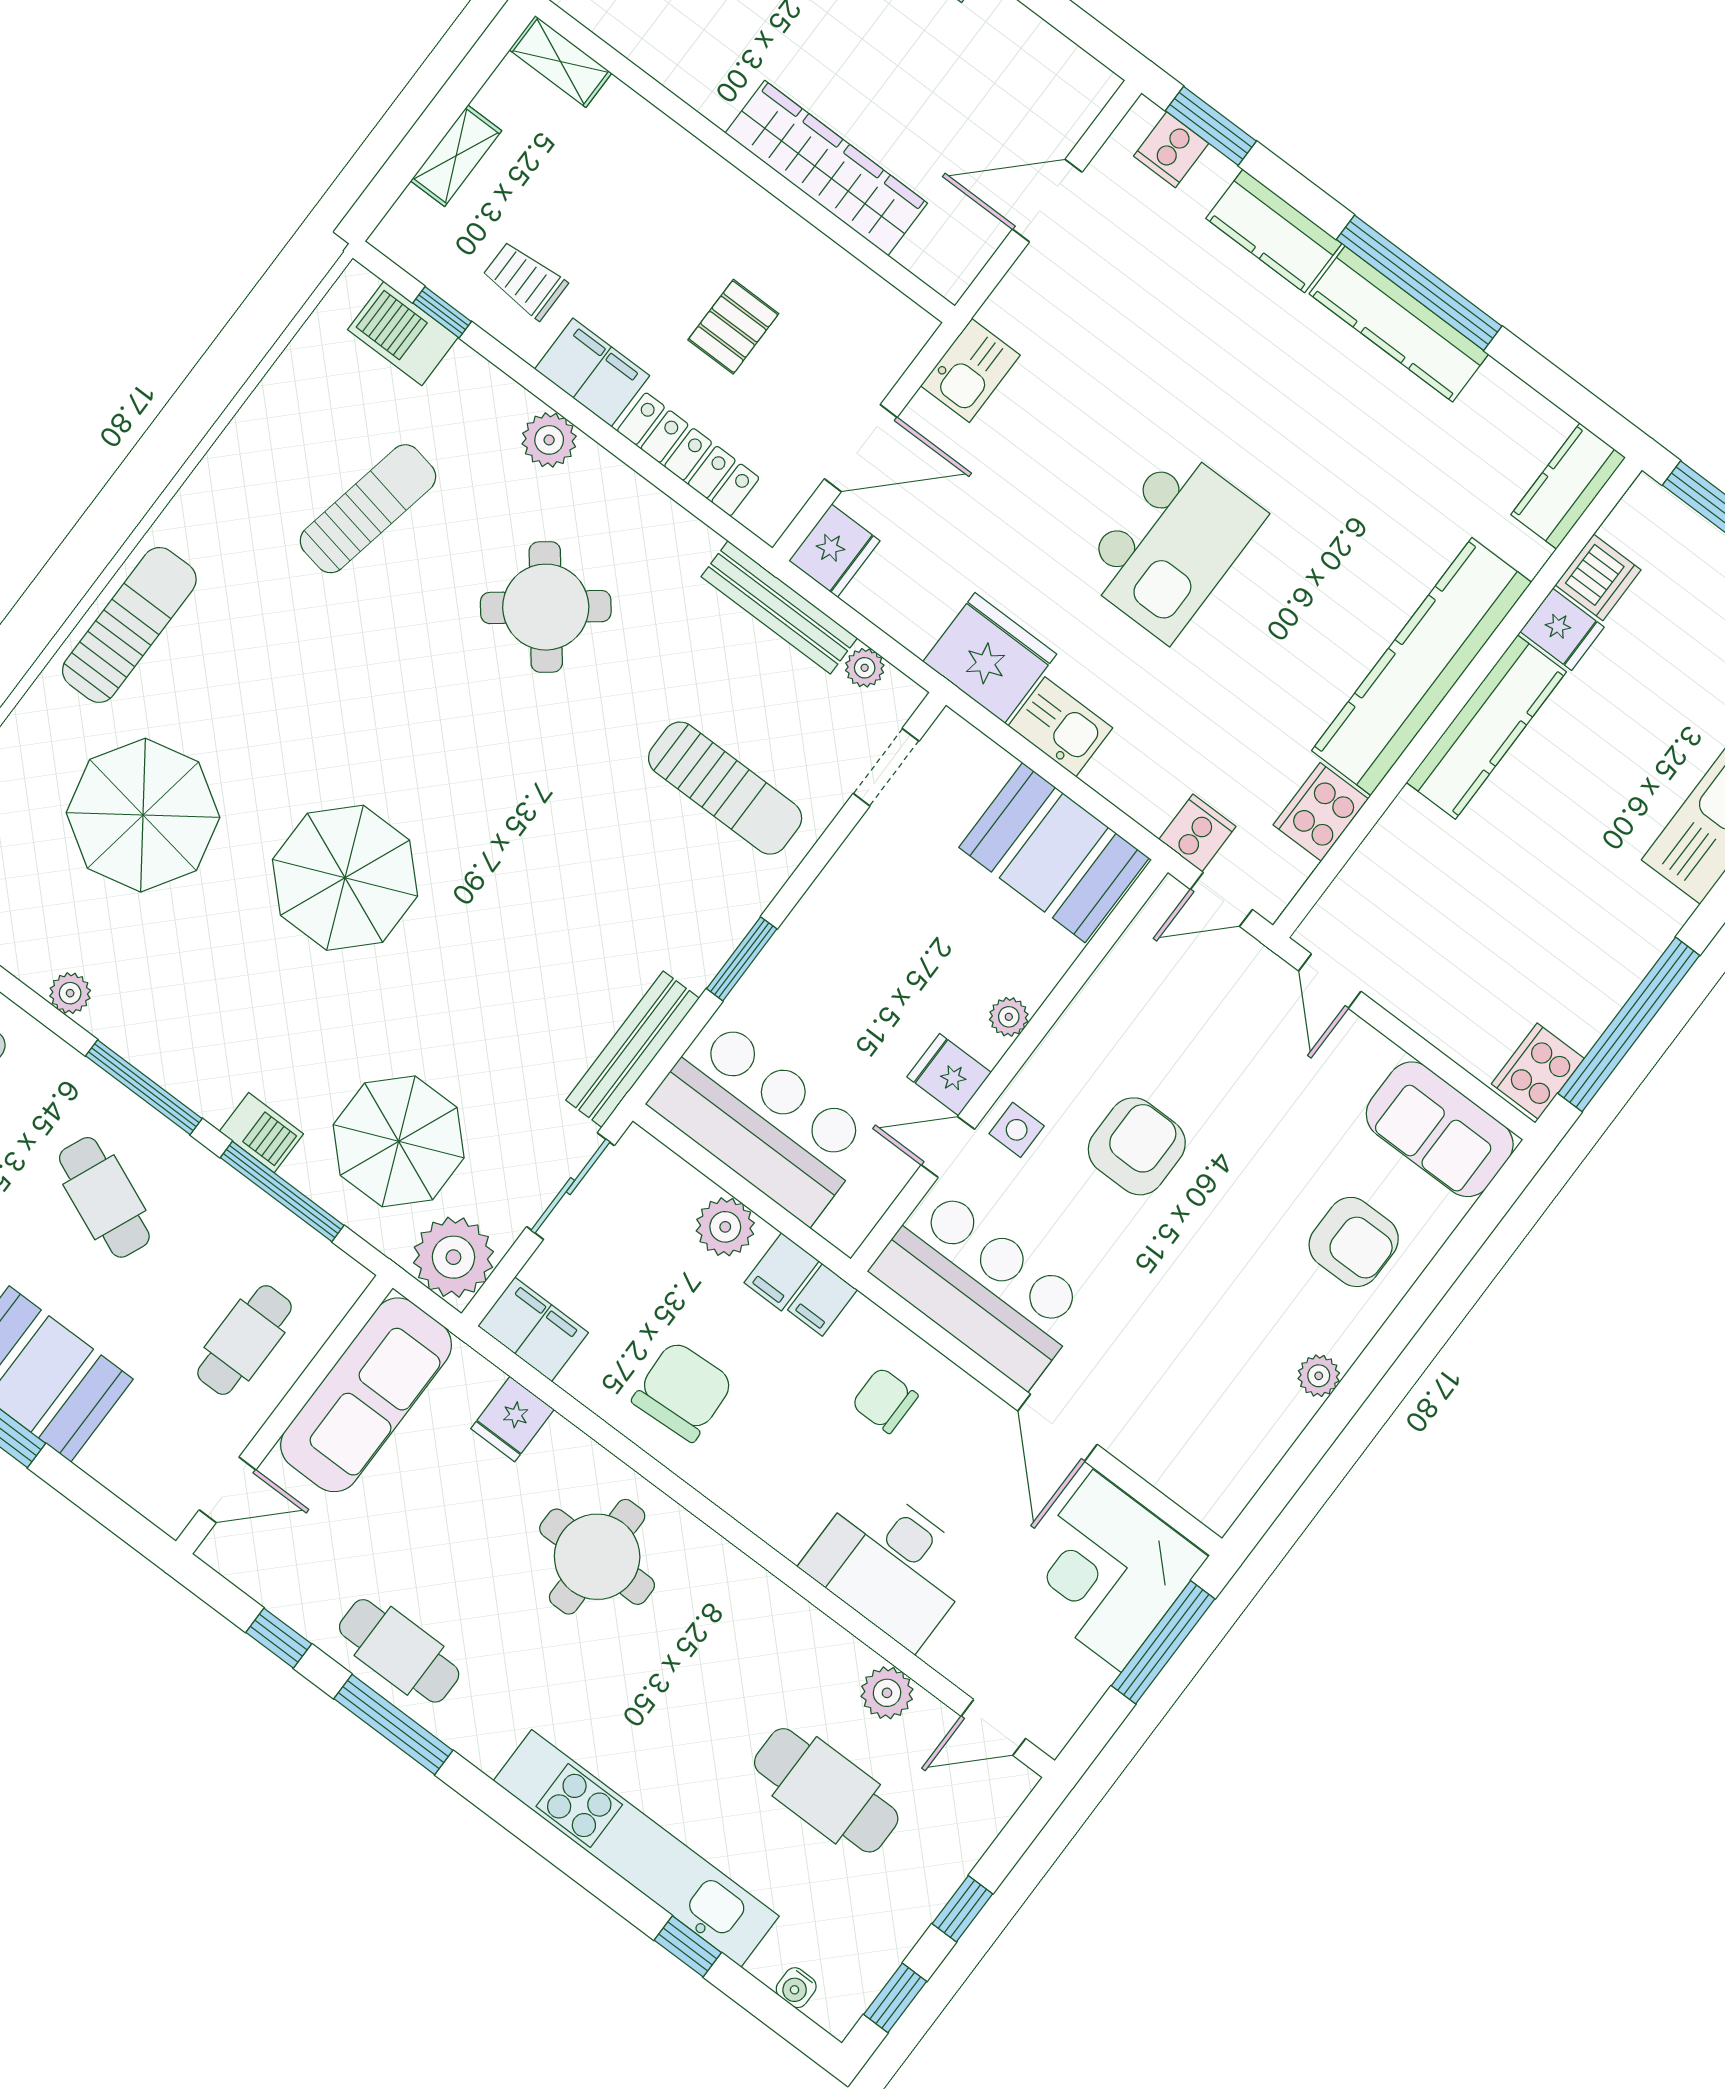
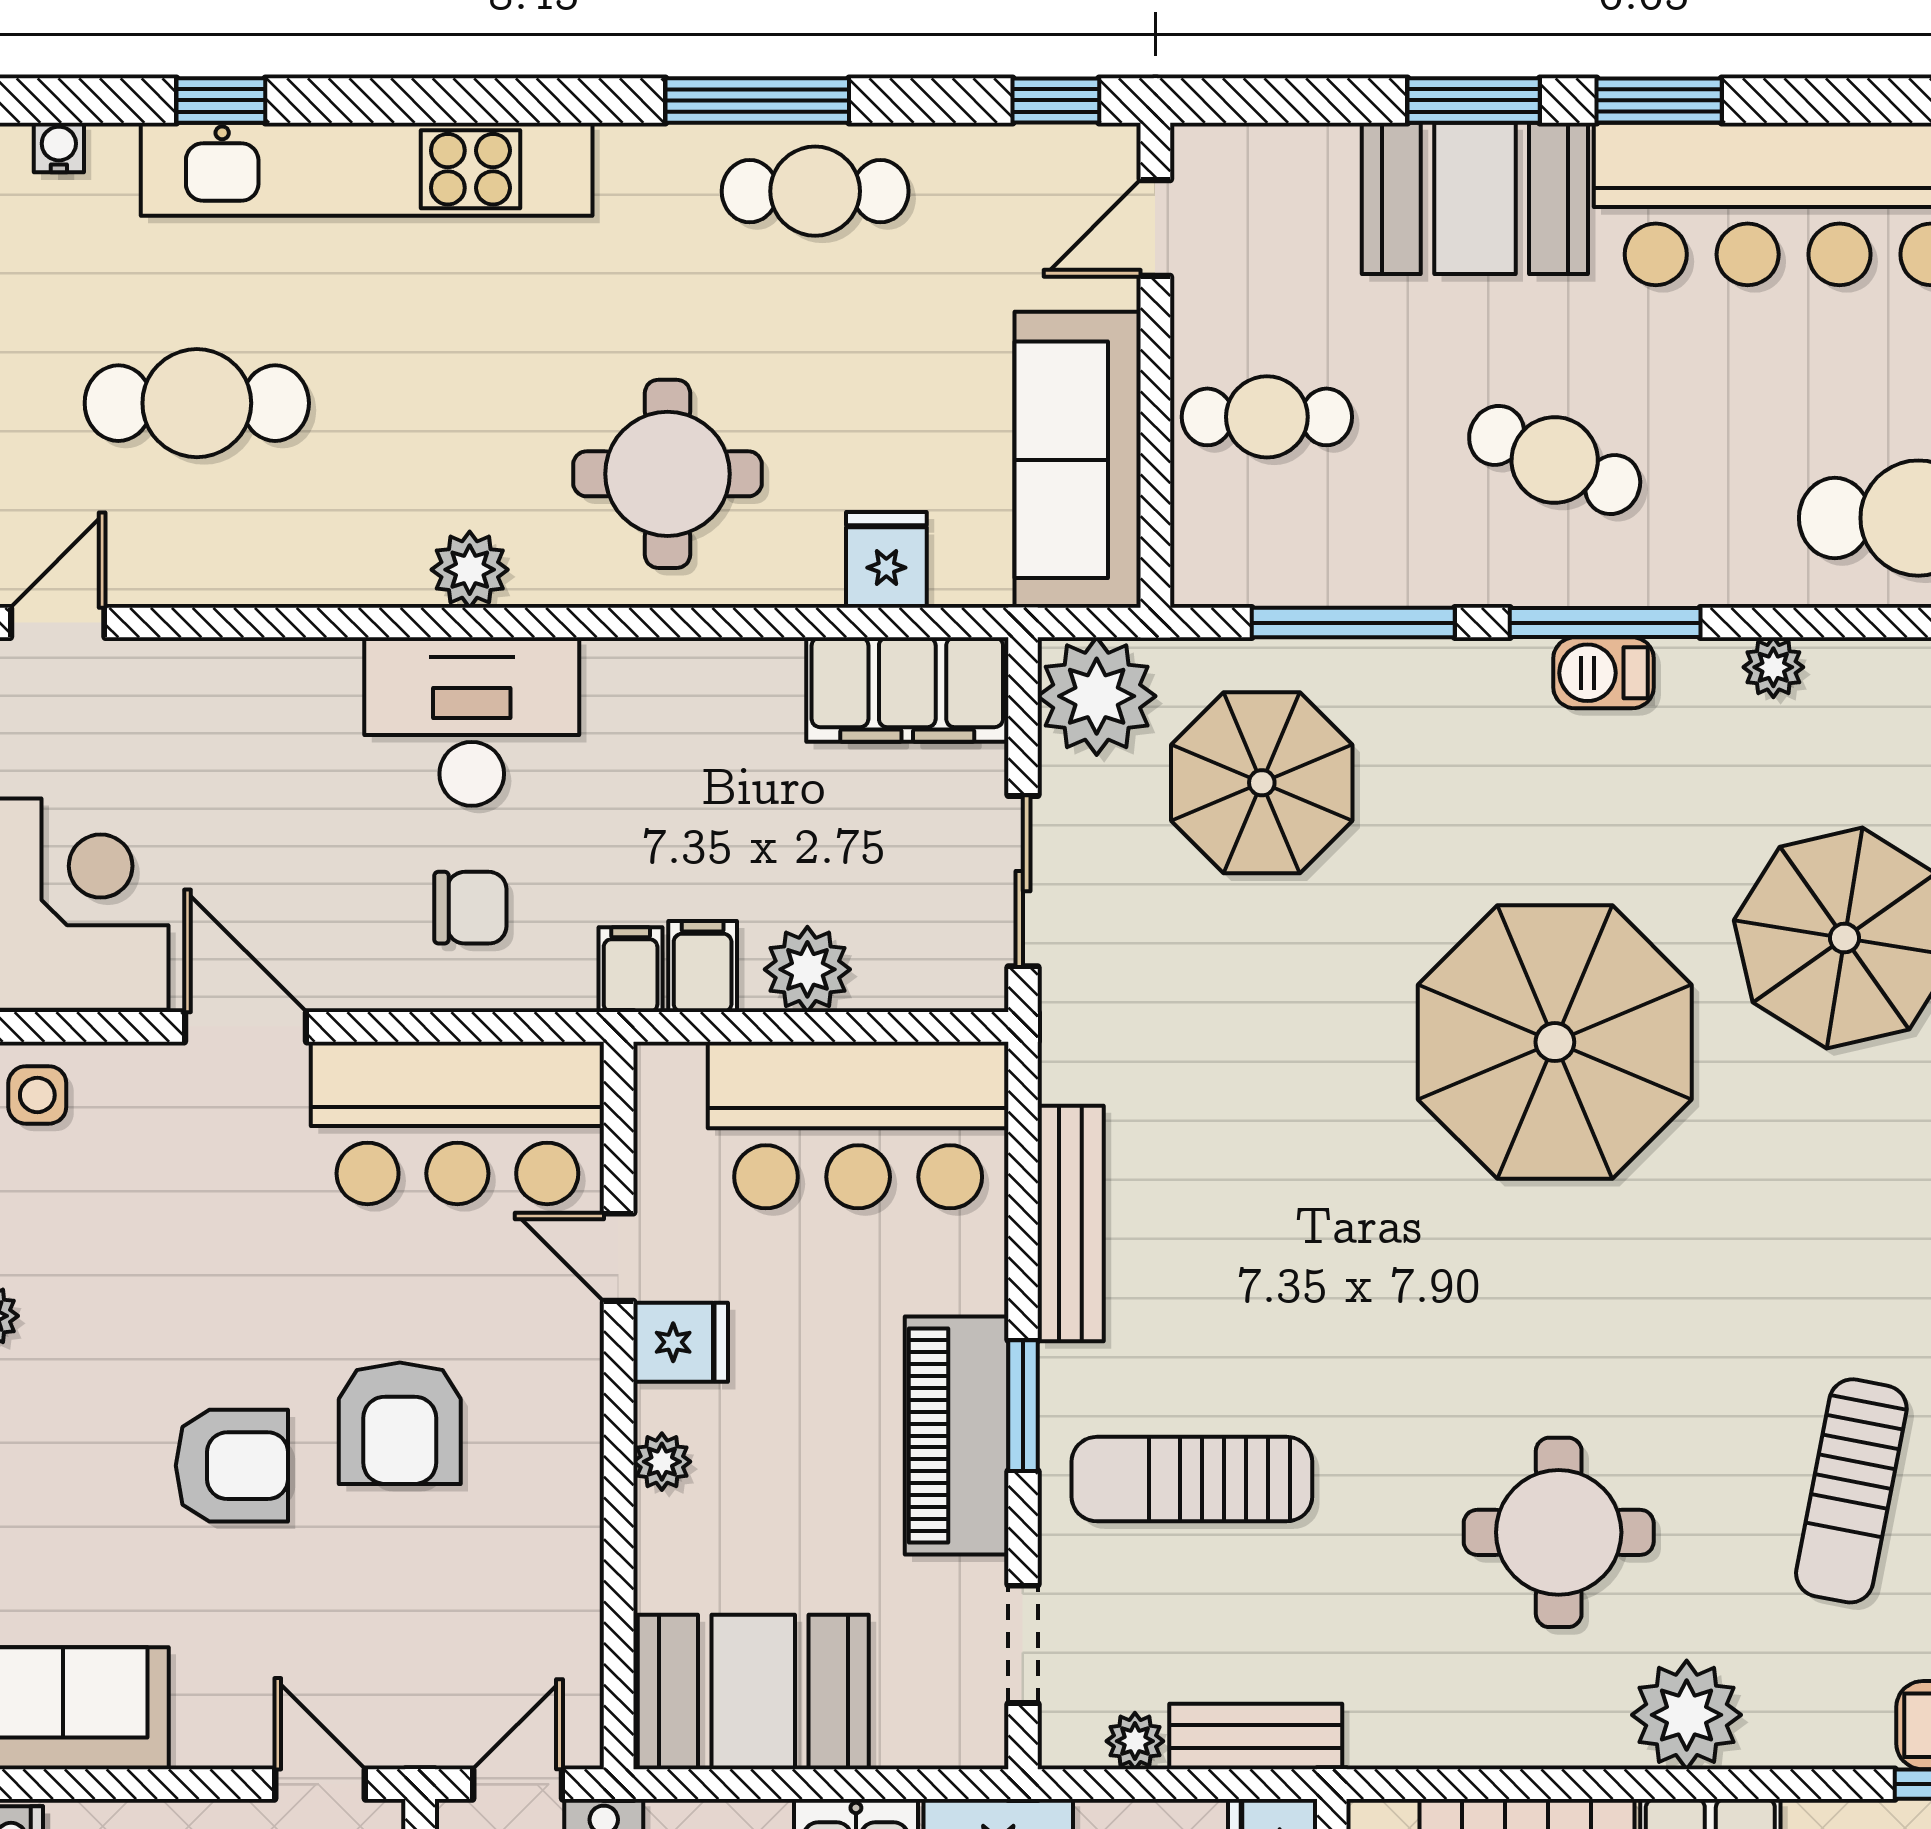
plant: (549, 440) -> (1687, 1715), width x1.36, depth x1.36
round table: (546, 607) -> (1559, 1532), turned 38
bench: (779, 607) -> (1256, 1737), width x0.73
parasol: (345, 878) -> (1555, 1042), width x1.36, depth x1.36
piano: (836, 909) -> (957, 1436), added
window: (742, 959) -> (1023, 1406), moved
bench: (633, 1049) -> (1071, 1223), moved
side table: (1017, 1130) -> (37, 1095), moved
barbecue: (261, 1133) -> (1604, 673), moved
door: (948, 1147) -> (619, 1257), swing flipped
armchair: (1354, 1242) -> (232, 1466), moved, turned 180
filing cabinet: (533, 1329) -> (907, 690), width x1.50, depth x1.17
cafe table: (244, 1340) -> (1267, 417), turned 90
chair: (683, 1391) -> (713, 741), removed
desk: (891, 1565) -> (472, 722), moved
window: (279, 1638) -> (1056, 100), moved
plant: (887, 1693) -> (470, 570), moved

